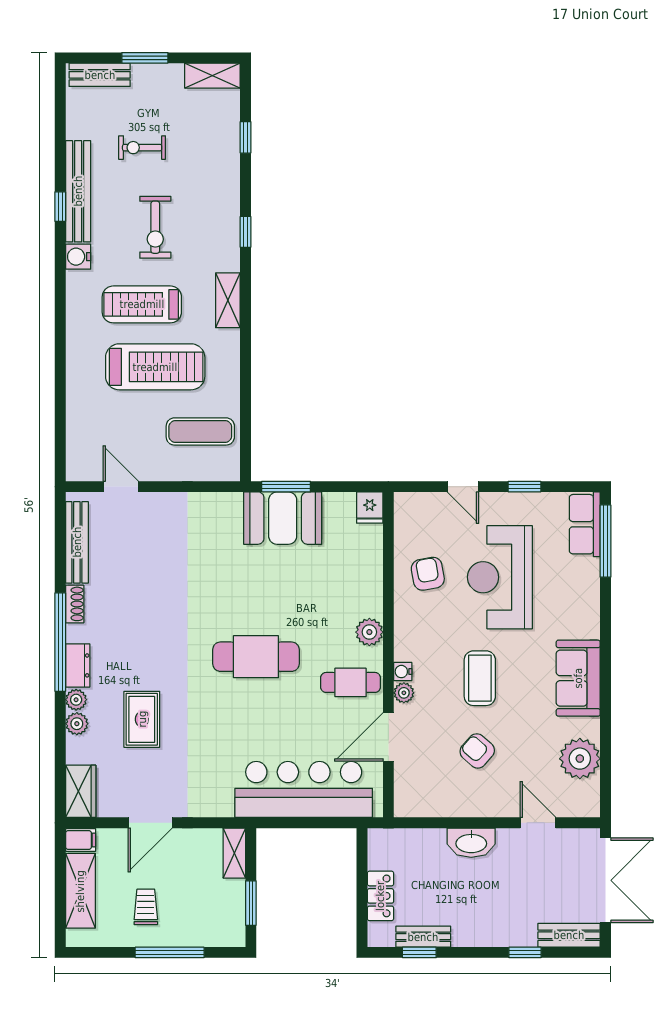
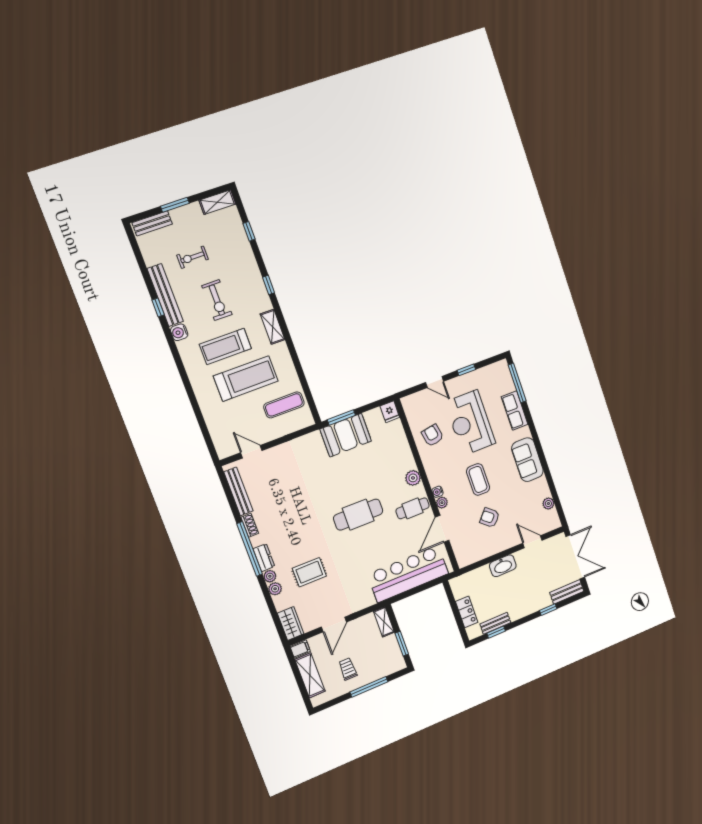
row of seats: (585, 524) -> (515, 411), moved
rug: (142, 719) -> (309, 572), turned 90
plant: (580, 759) -> (548, 504), width x0.53, depth x0.53

